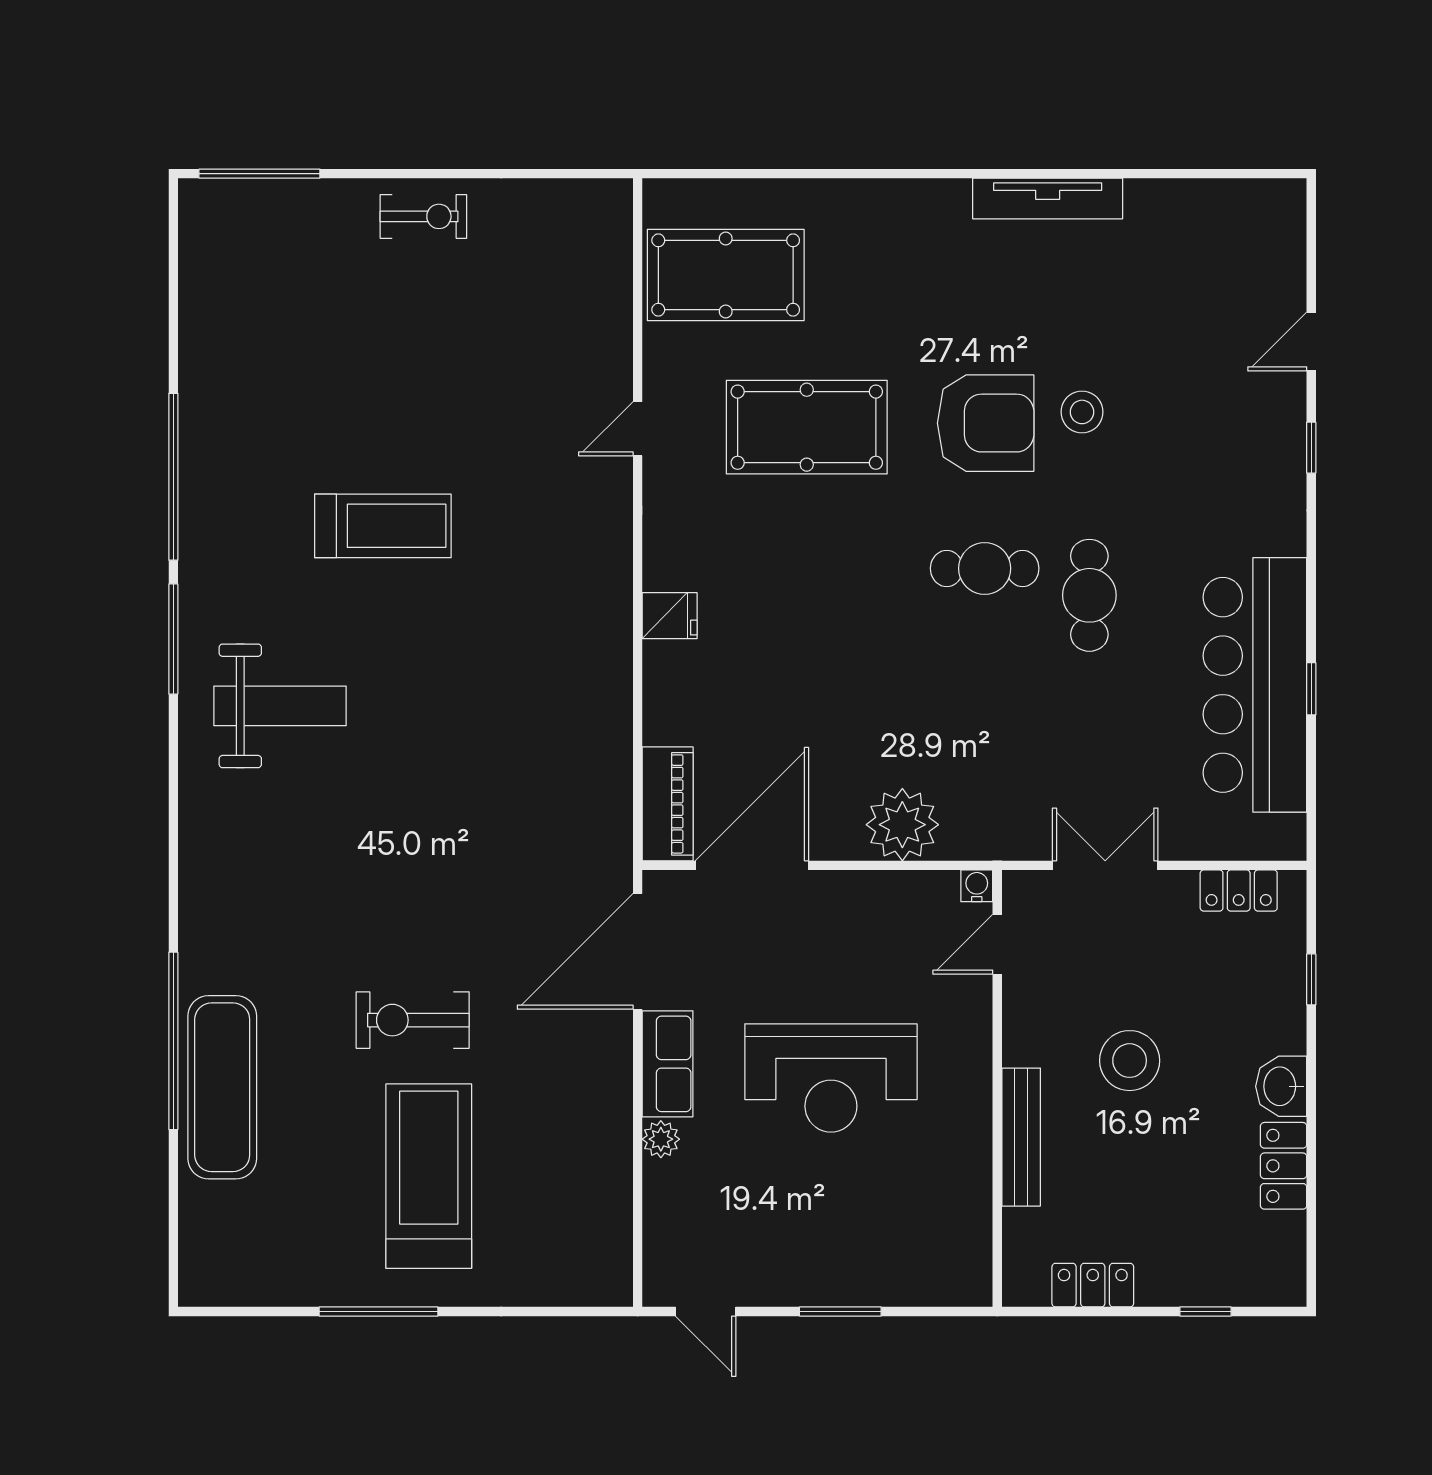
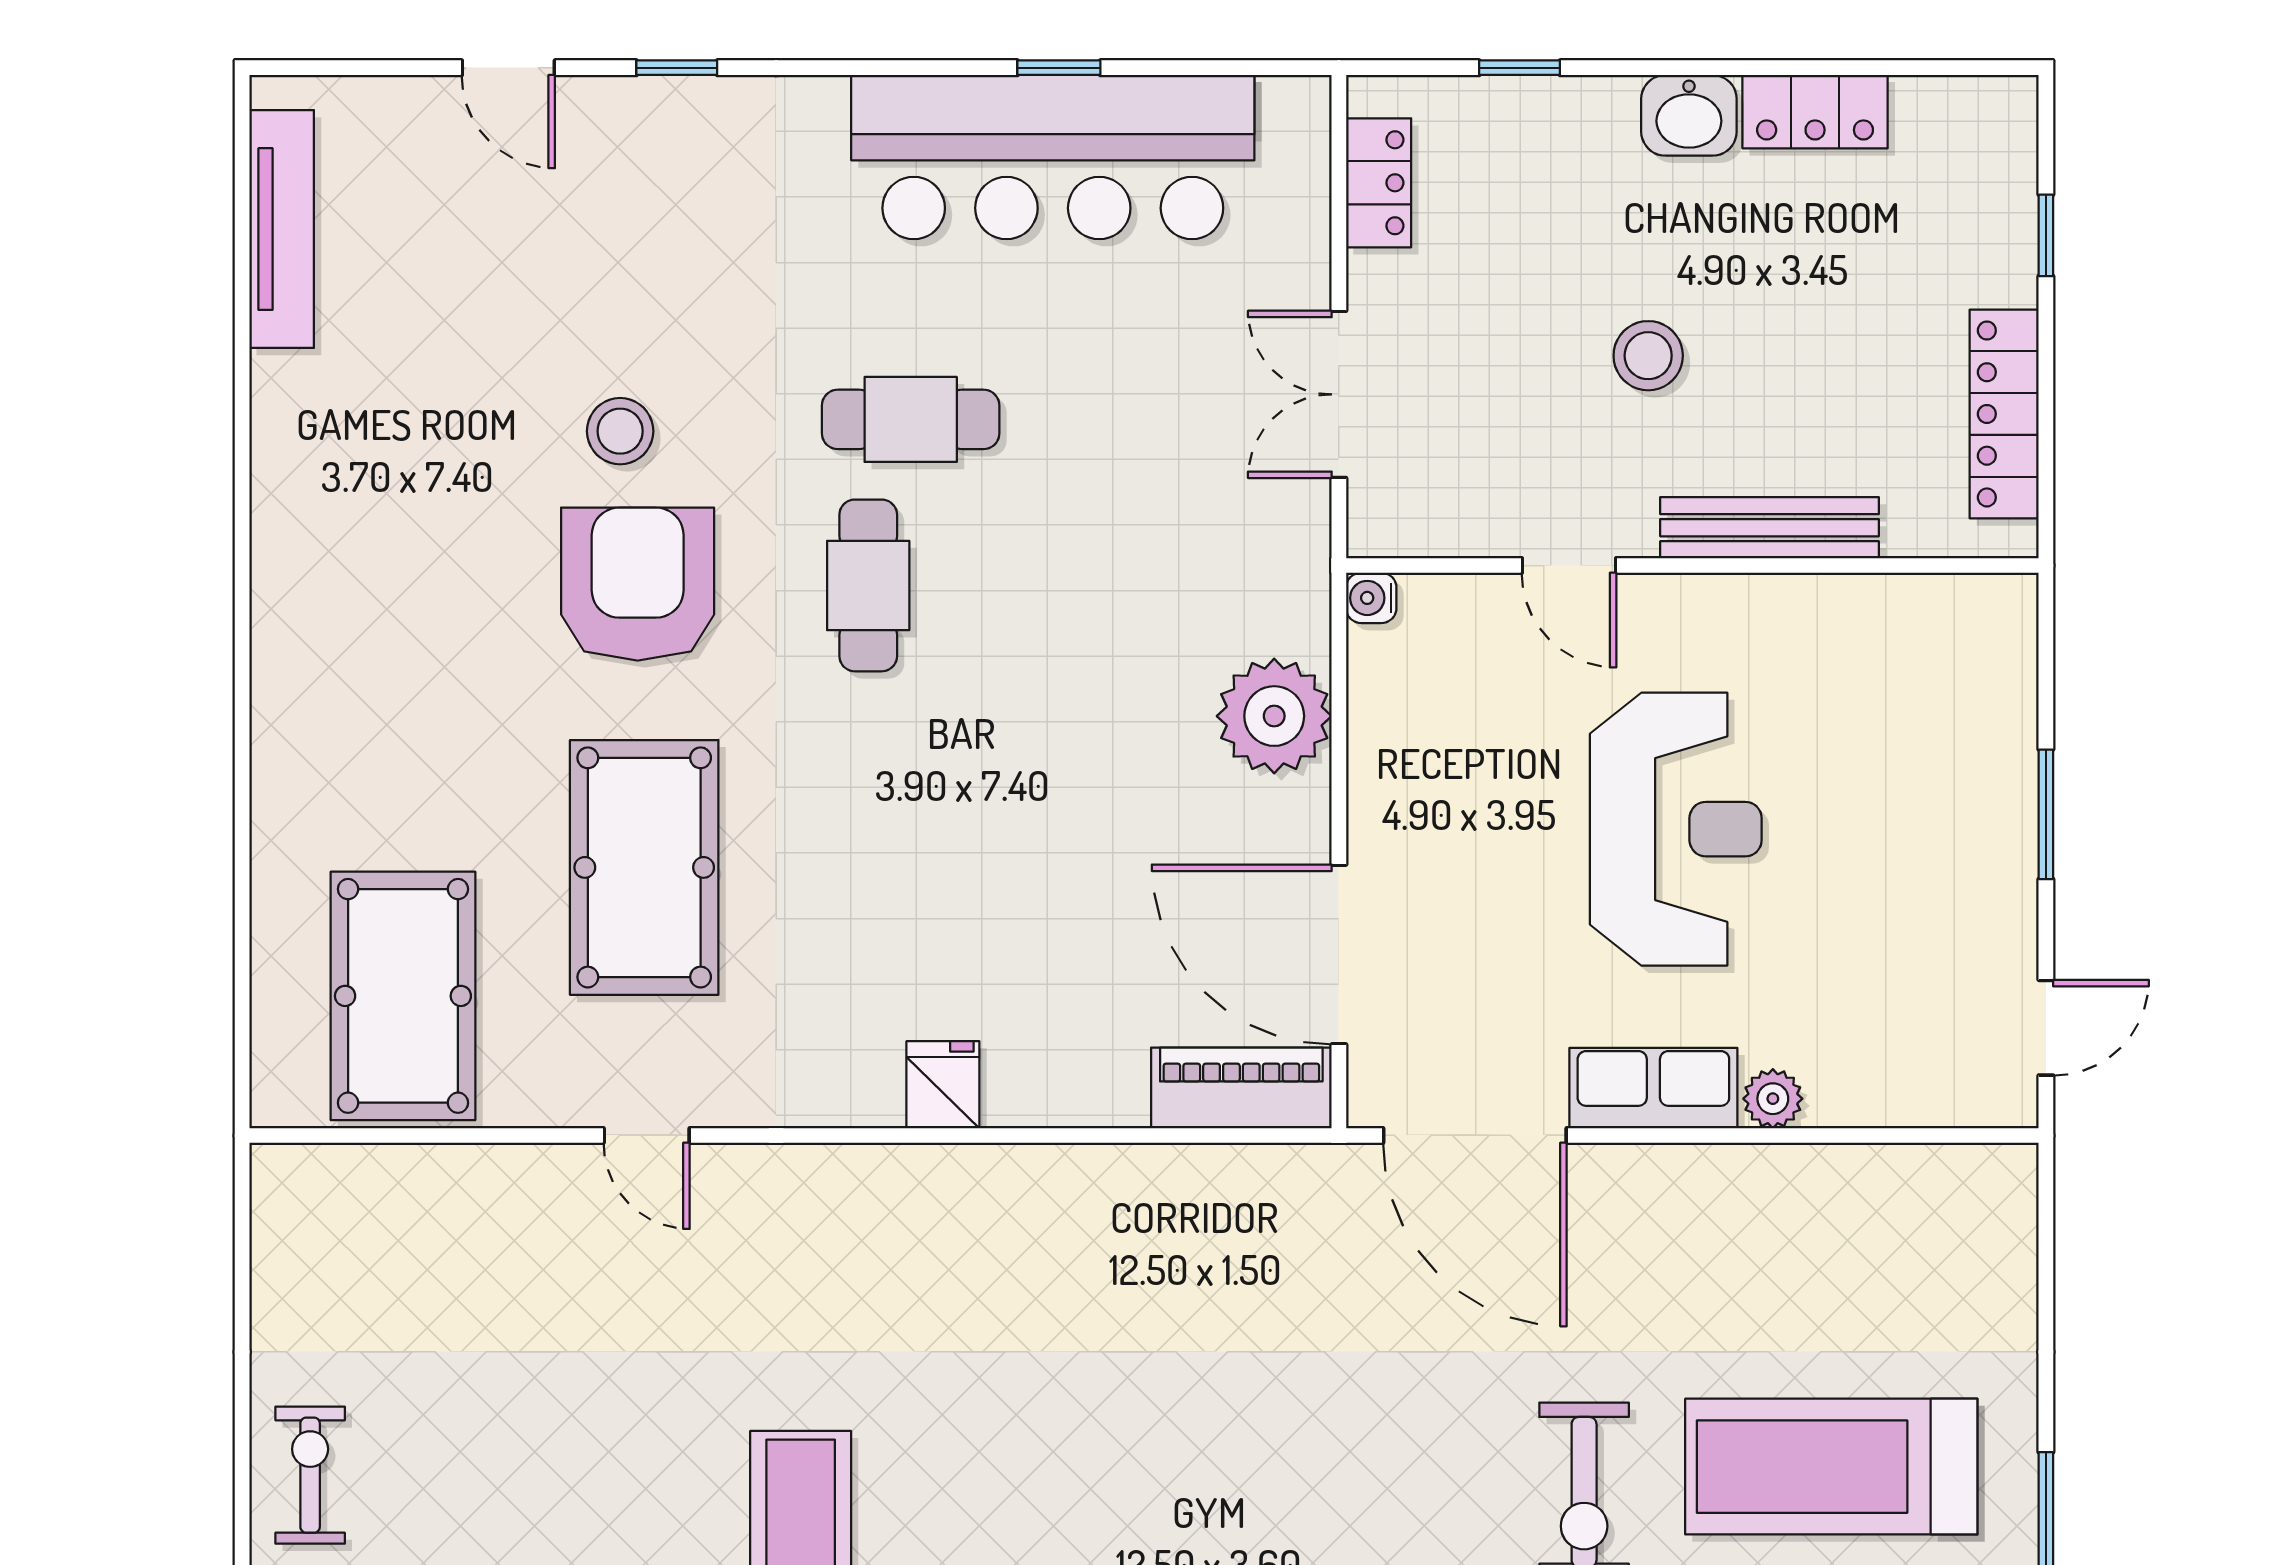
tv unit: (1048, 198) -> (282, 229), moved
door: (997, 944) -> (1569, 566), moved
stool: (1130, 1061) -> (1648, 356), width x0.73, depth x0.73
locker: (1093, 1285) -> (2004, 414), width x1.53

